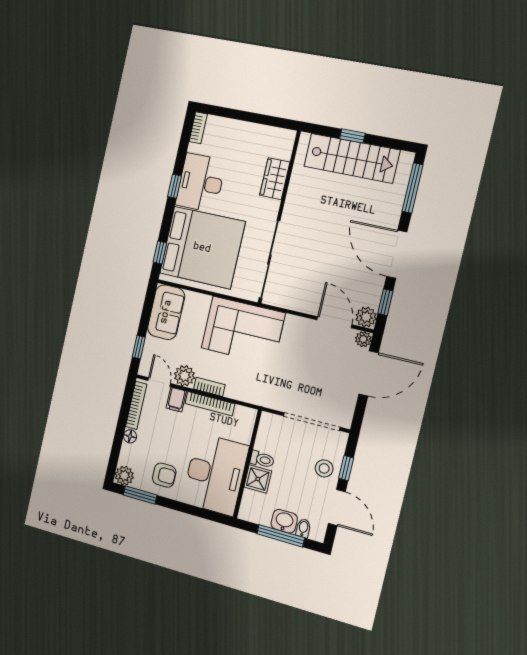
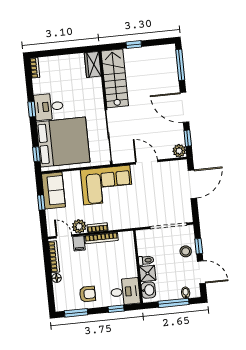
stairs: (352, 158) -> (115, 78), moved, turned -90
wardrobe: (275, 179) -> (93, 64), moved
desk: (201, 183) -> (49, 107), width x0.73
door: (334, 322) -> (147, 162), moved
plant: (363, 339) -> (182, 165), removed
window: (139, 347) -> (41, 203), moved
desk: (215, 474) -> (125, 292), width x0.53, depth x0.77
plant: (124, 476) -> (61, 305), removed
window: (197, 511) -> (116, 309), added
washbasin: (284, 521) -> (148, 290), moved, turned 90

